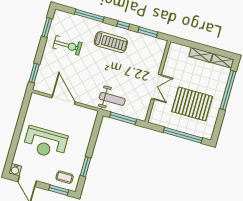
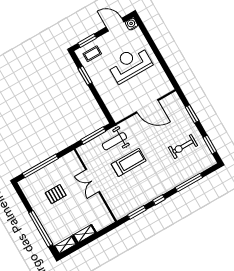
treadmill: (111, 42) -> (129, 162), moved, turned 180
window: (34, 73) -> (192, 114), moved
pallet: (192, 104) -> (56, 194), width x0.49, depth x0.50

